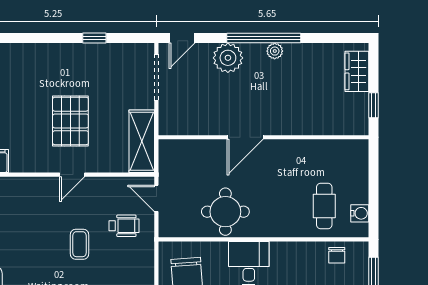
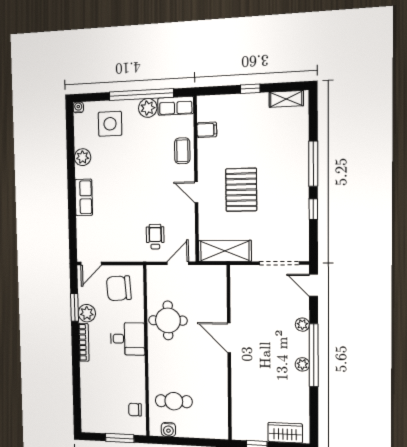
window: (43, 38) -> (313, 164), added
plant: (228, 58) -> (302, 325), width x0.53, depth x0.53
pallet: (70, 121) -> (241, 190), turned 90
wheelchair: (124, 226) -> (155, 237), turned 180
coffee table: (80, 244) -> (182, 151), moved, turned 90

